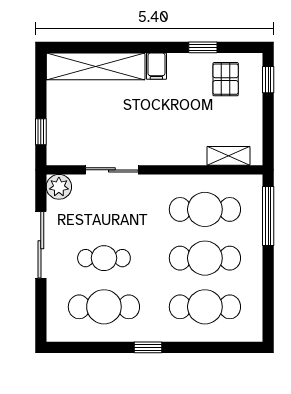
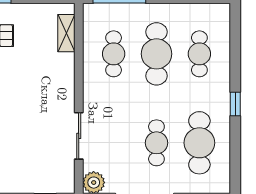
cafe table: (205, 209) -> (114, 54), width x0.73, depth x0.74
cafe table: (205, 307) -> (199, 54), width x0.73, depth x0.74

